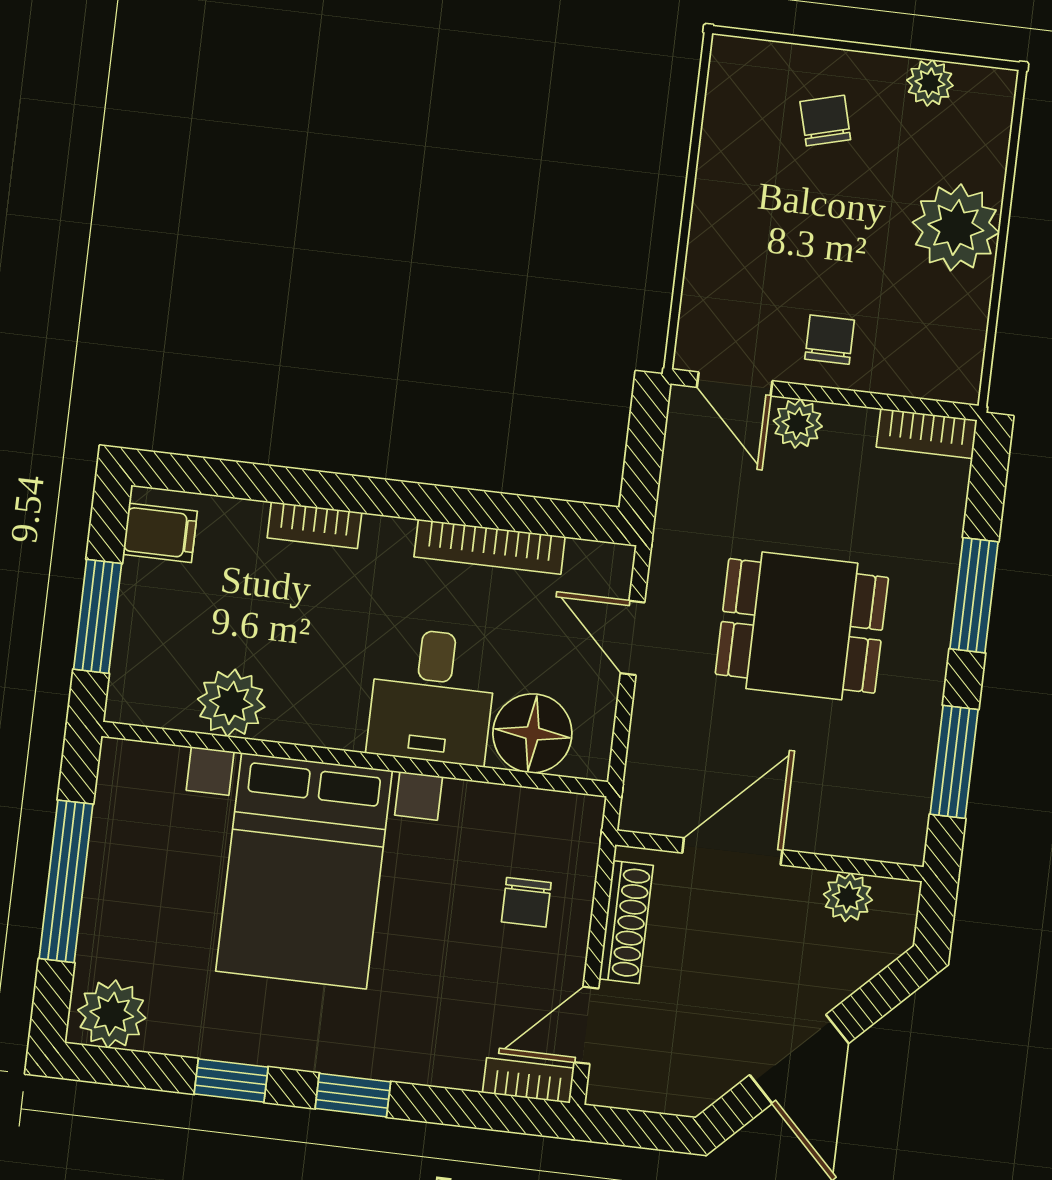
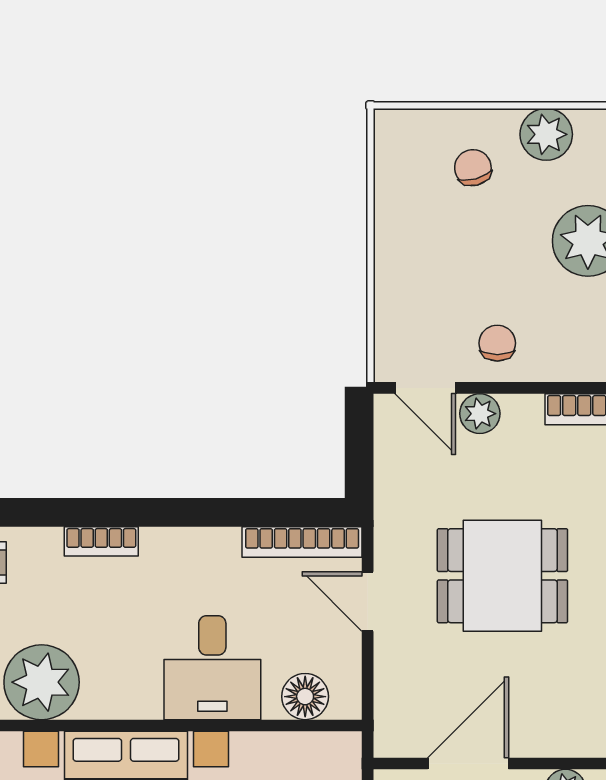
plant: (930, 83) -> (546, 134), width x1.38, depth x1.38
bookcase: (490, 547) -> (302, 542), moved
plant: (231, 703) -> (42, 682), width x1.36, depth x1.36
floor lamp: (532, 733) -> (305, 697), width x0.73, depth x0.73

